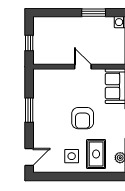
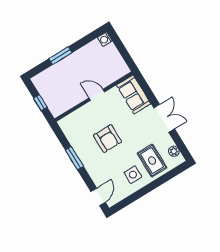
window: (94, 13) -> (60, 56), moved
armchair: (83, 118) -> (107, 139), moved

